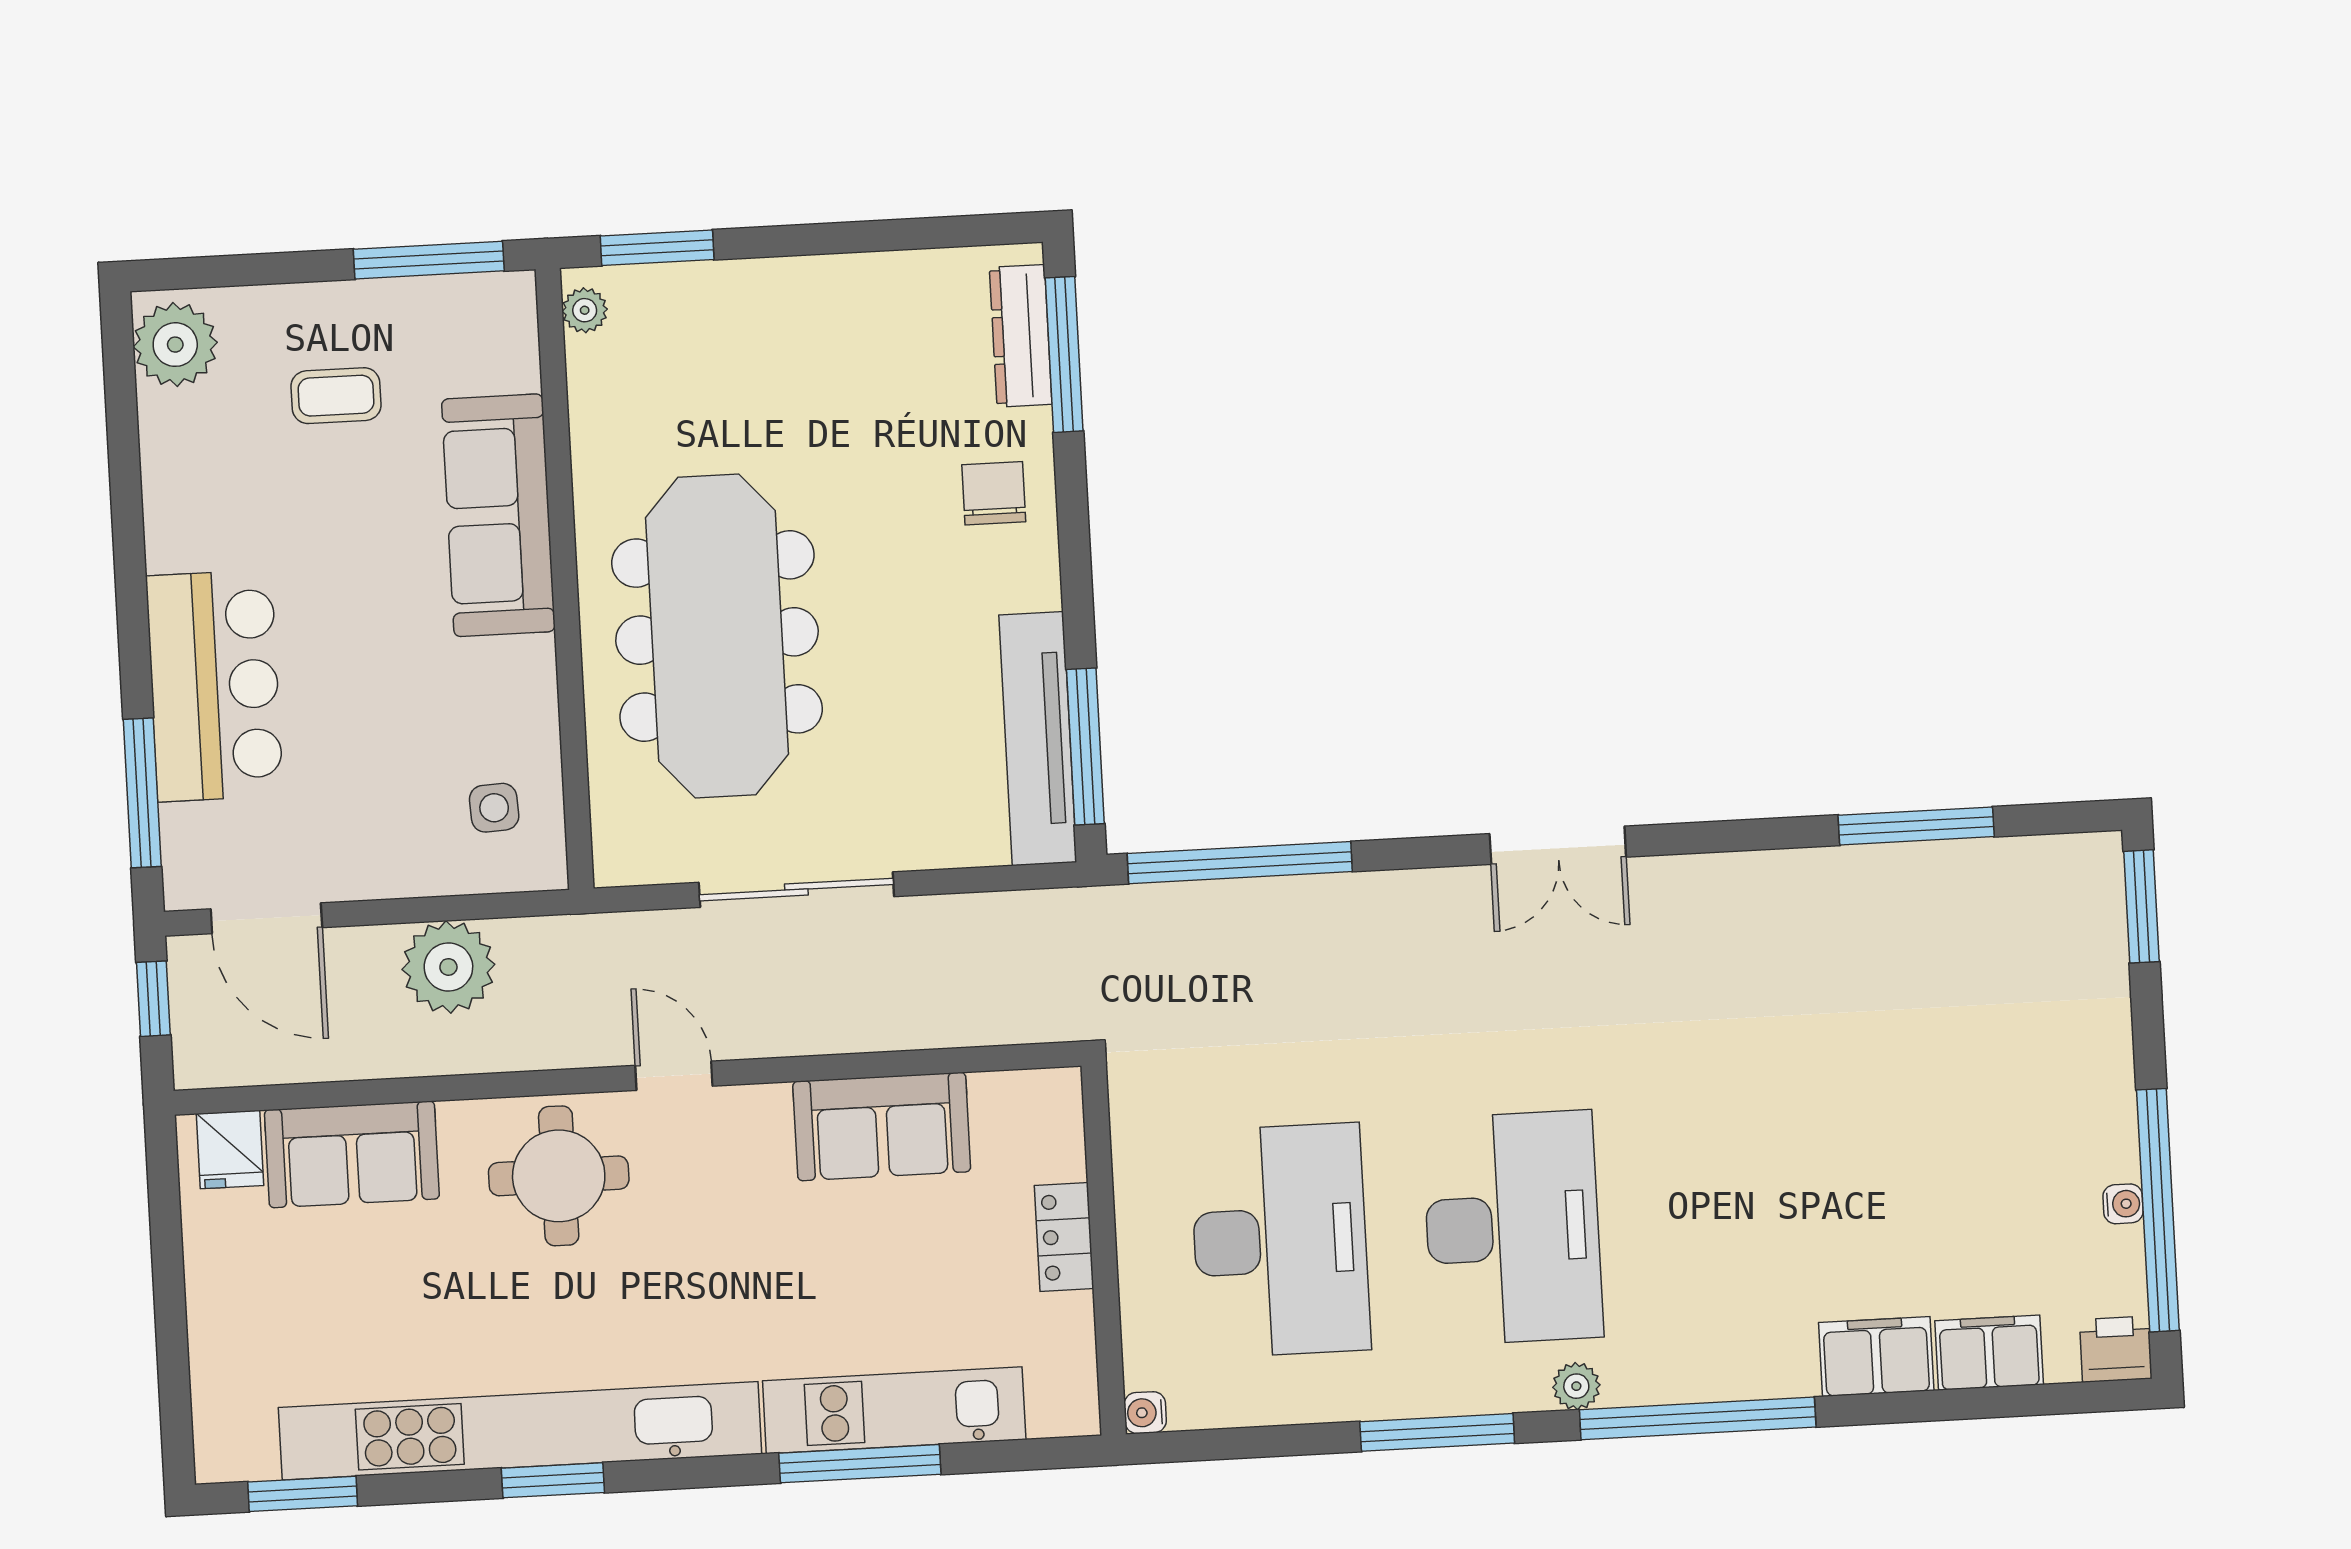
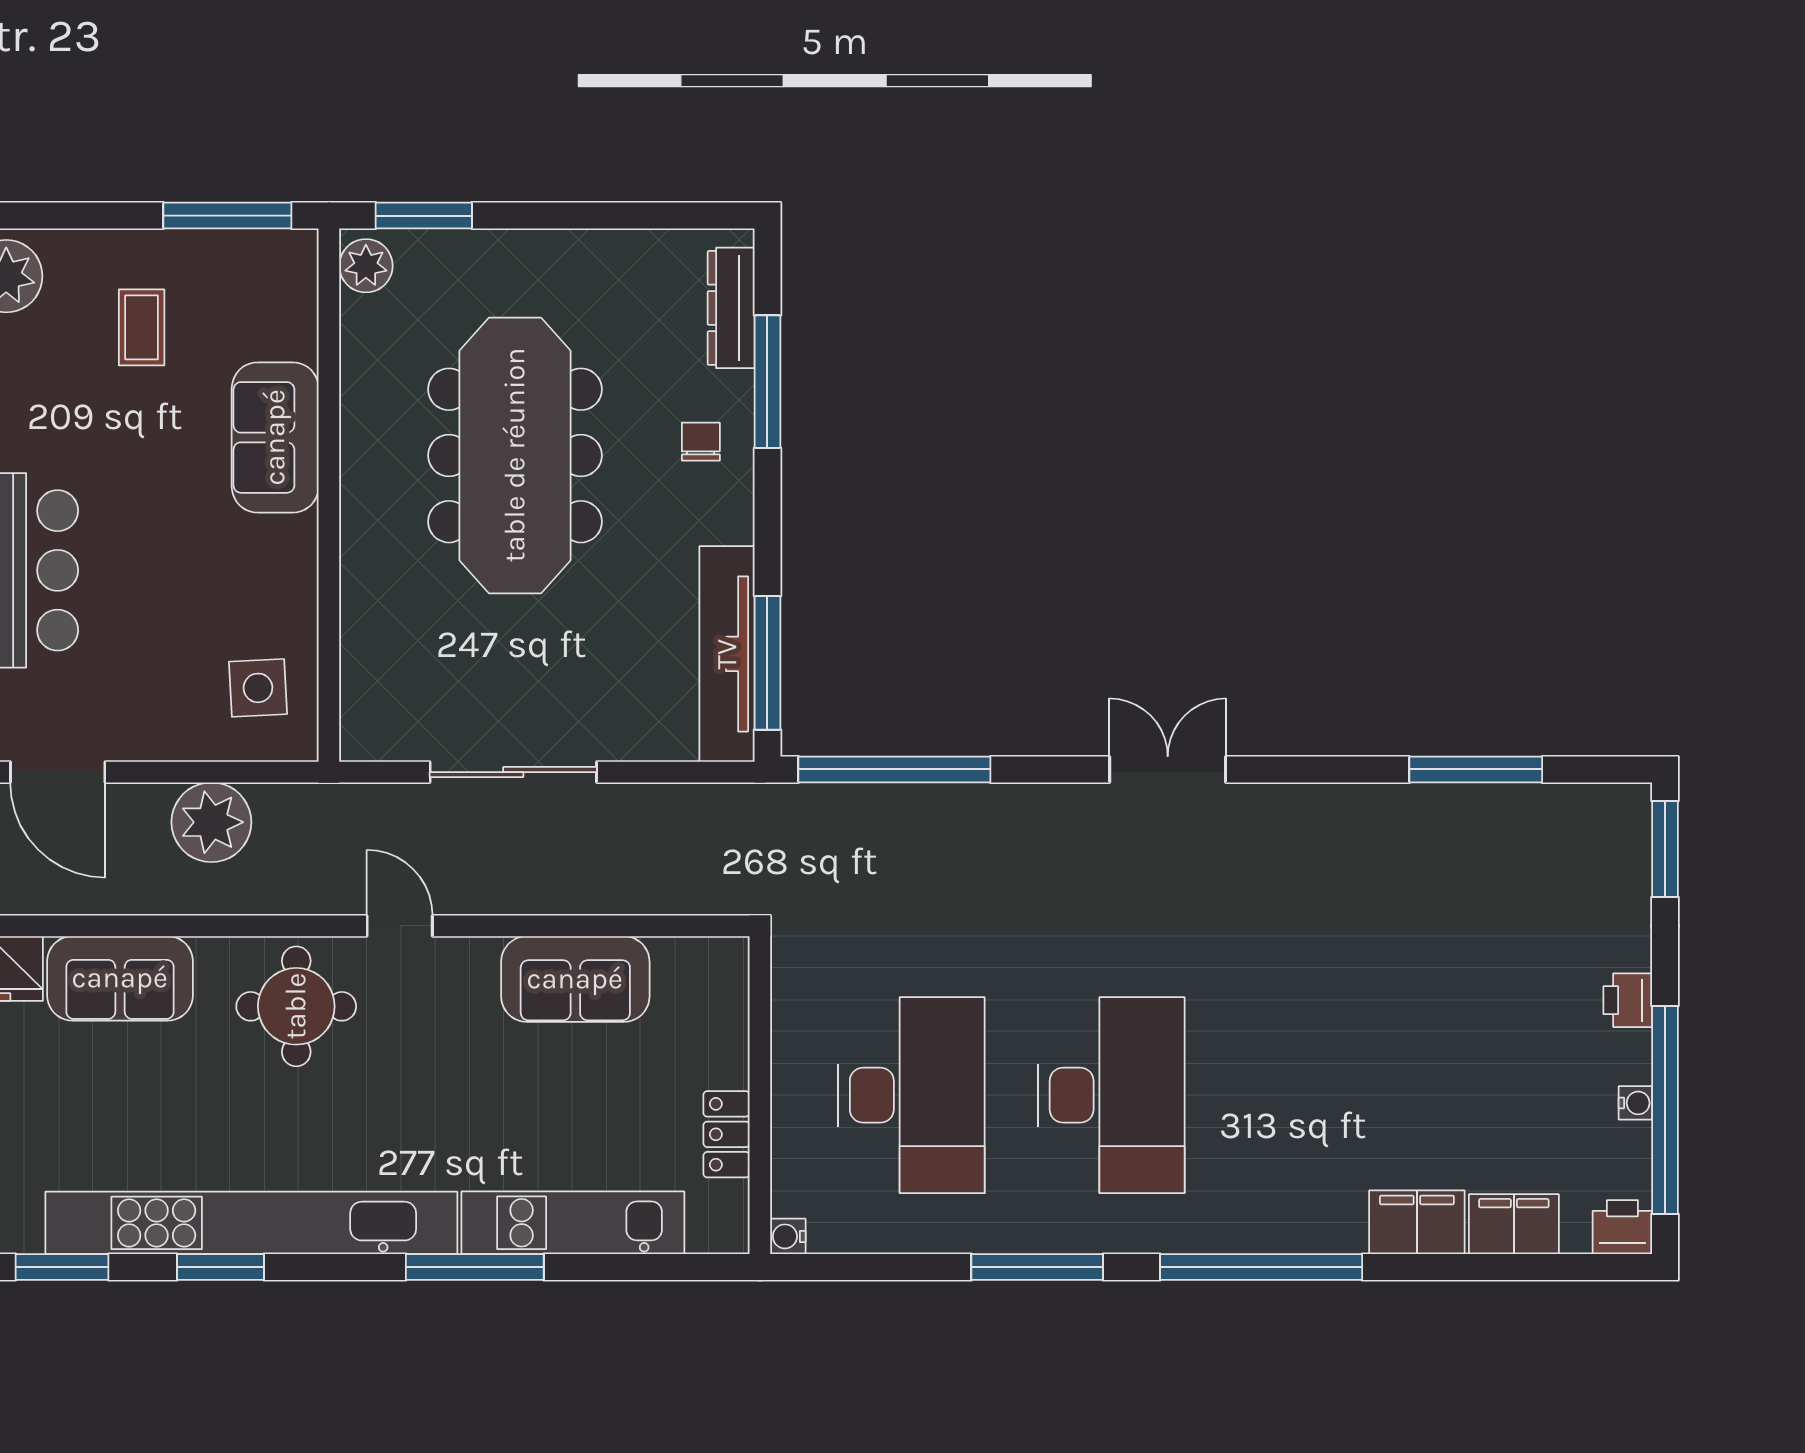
plant: (585, 310) -> (366, 266), width x1.38, depth x1.38
window: (1064, 354) -> (767, 382), moved
coffee table: (336, 396) -> (142, 327), turned 90
chair: (994, 493) -> (701, 442), width x0.73, depth x0.73
sofa: (498, 515) -> (275, 437), width x0.73
meeting table: (717, 636) -> (515, 455), moved
side table: (494, 808) -> (258, 688), width x1.37, depth x1.37
double door: (1558, 845) -> (1168, 769), swing flipped
printer: (2108, 1085) -> (1628, 1000), added
locker: (1064, 1237) -> (726, 1134), moved
plant: (1576, 1386) -> (1159, 1234), removed
window: (860, 1464) -> (475, 1267), moved
window: (553, 1480) -> (220, 1267), moved

